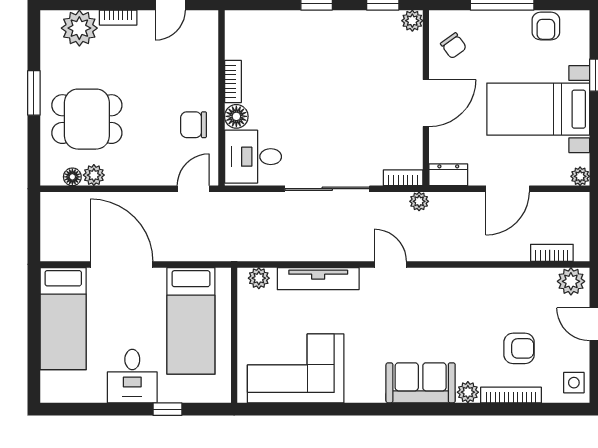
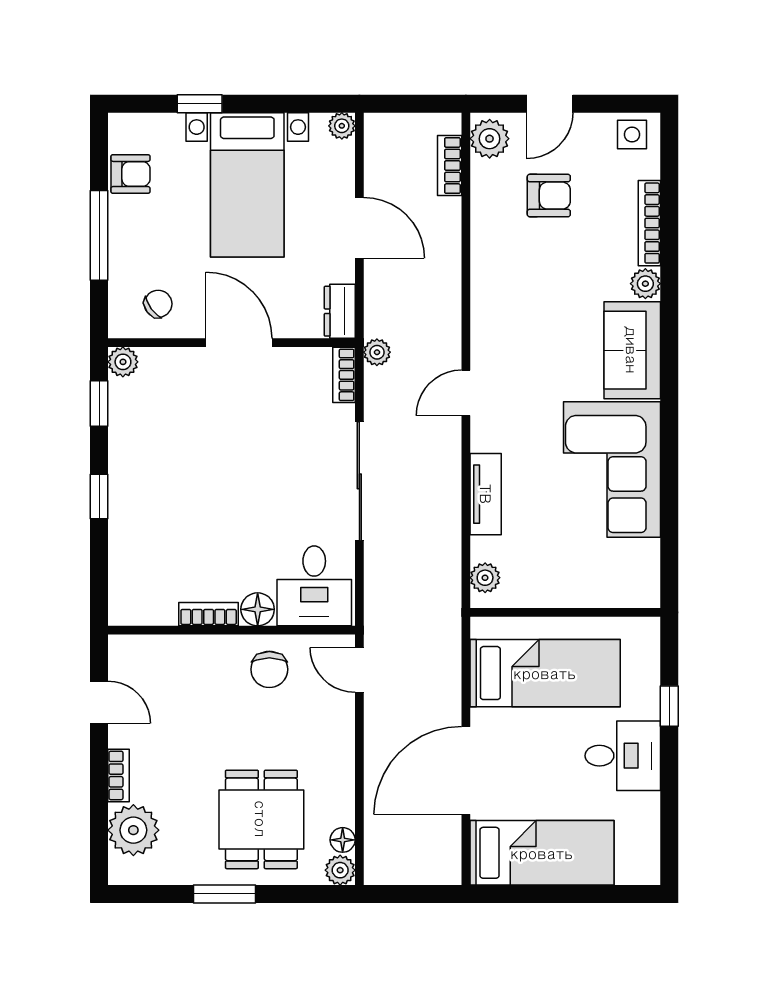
plant: (94, 175) -> (340, 870), moved
tv unit: (318, 279) -> (486, 494), width x0.71
armchair: (519, 348) -> (549, 196), moved, turned 90
corner sofa: (296, 368) -> (612, 470), moved

